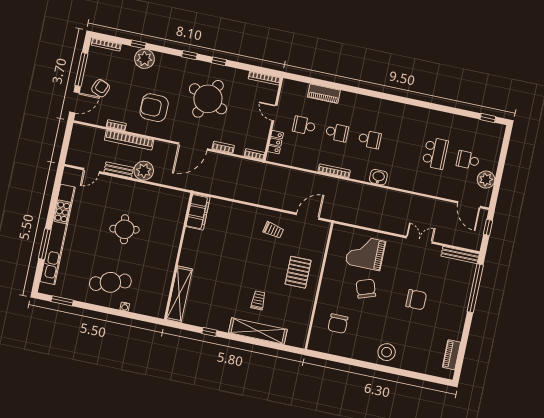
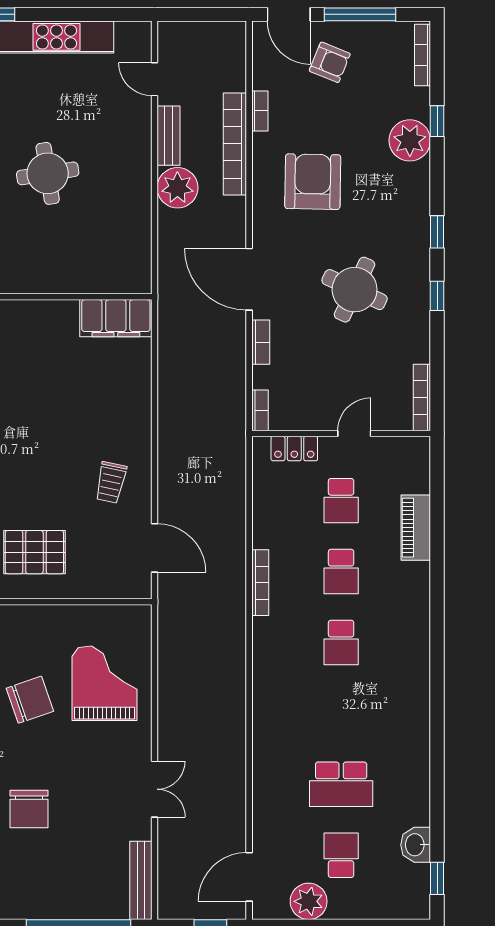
round table: (208, 99) -> (355, 290), width x0.73, depth x0.73
school desk: (304, 126) -> (341, 501), turned 180
washbasin: (378, 177) -> (416, 845), moved, turned 180

